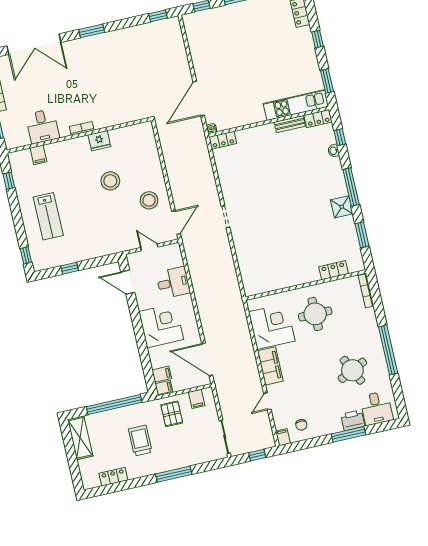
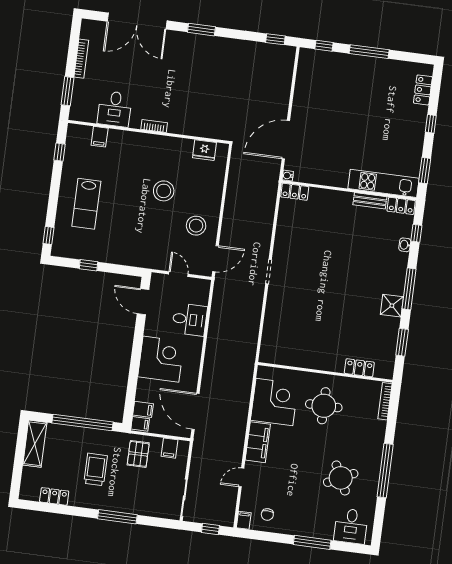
fridge: (99, 141) -> (204, 150), moved
printer: (353, 420) -> (322, 529), removed

